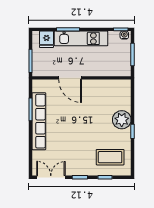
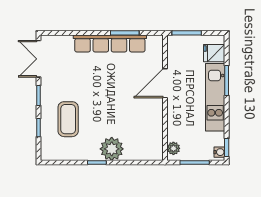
plant: (121, 71) -> (173, 148), added
coffee table: (110, 157) -> (68, 119), moved
double door: (51, 177) -> (39, 59), swing flipped

